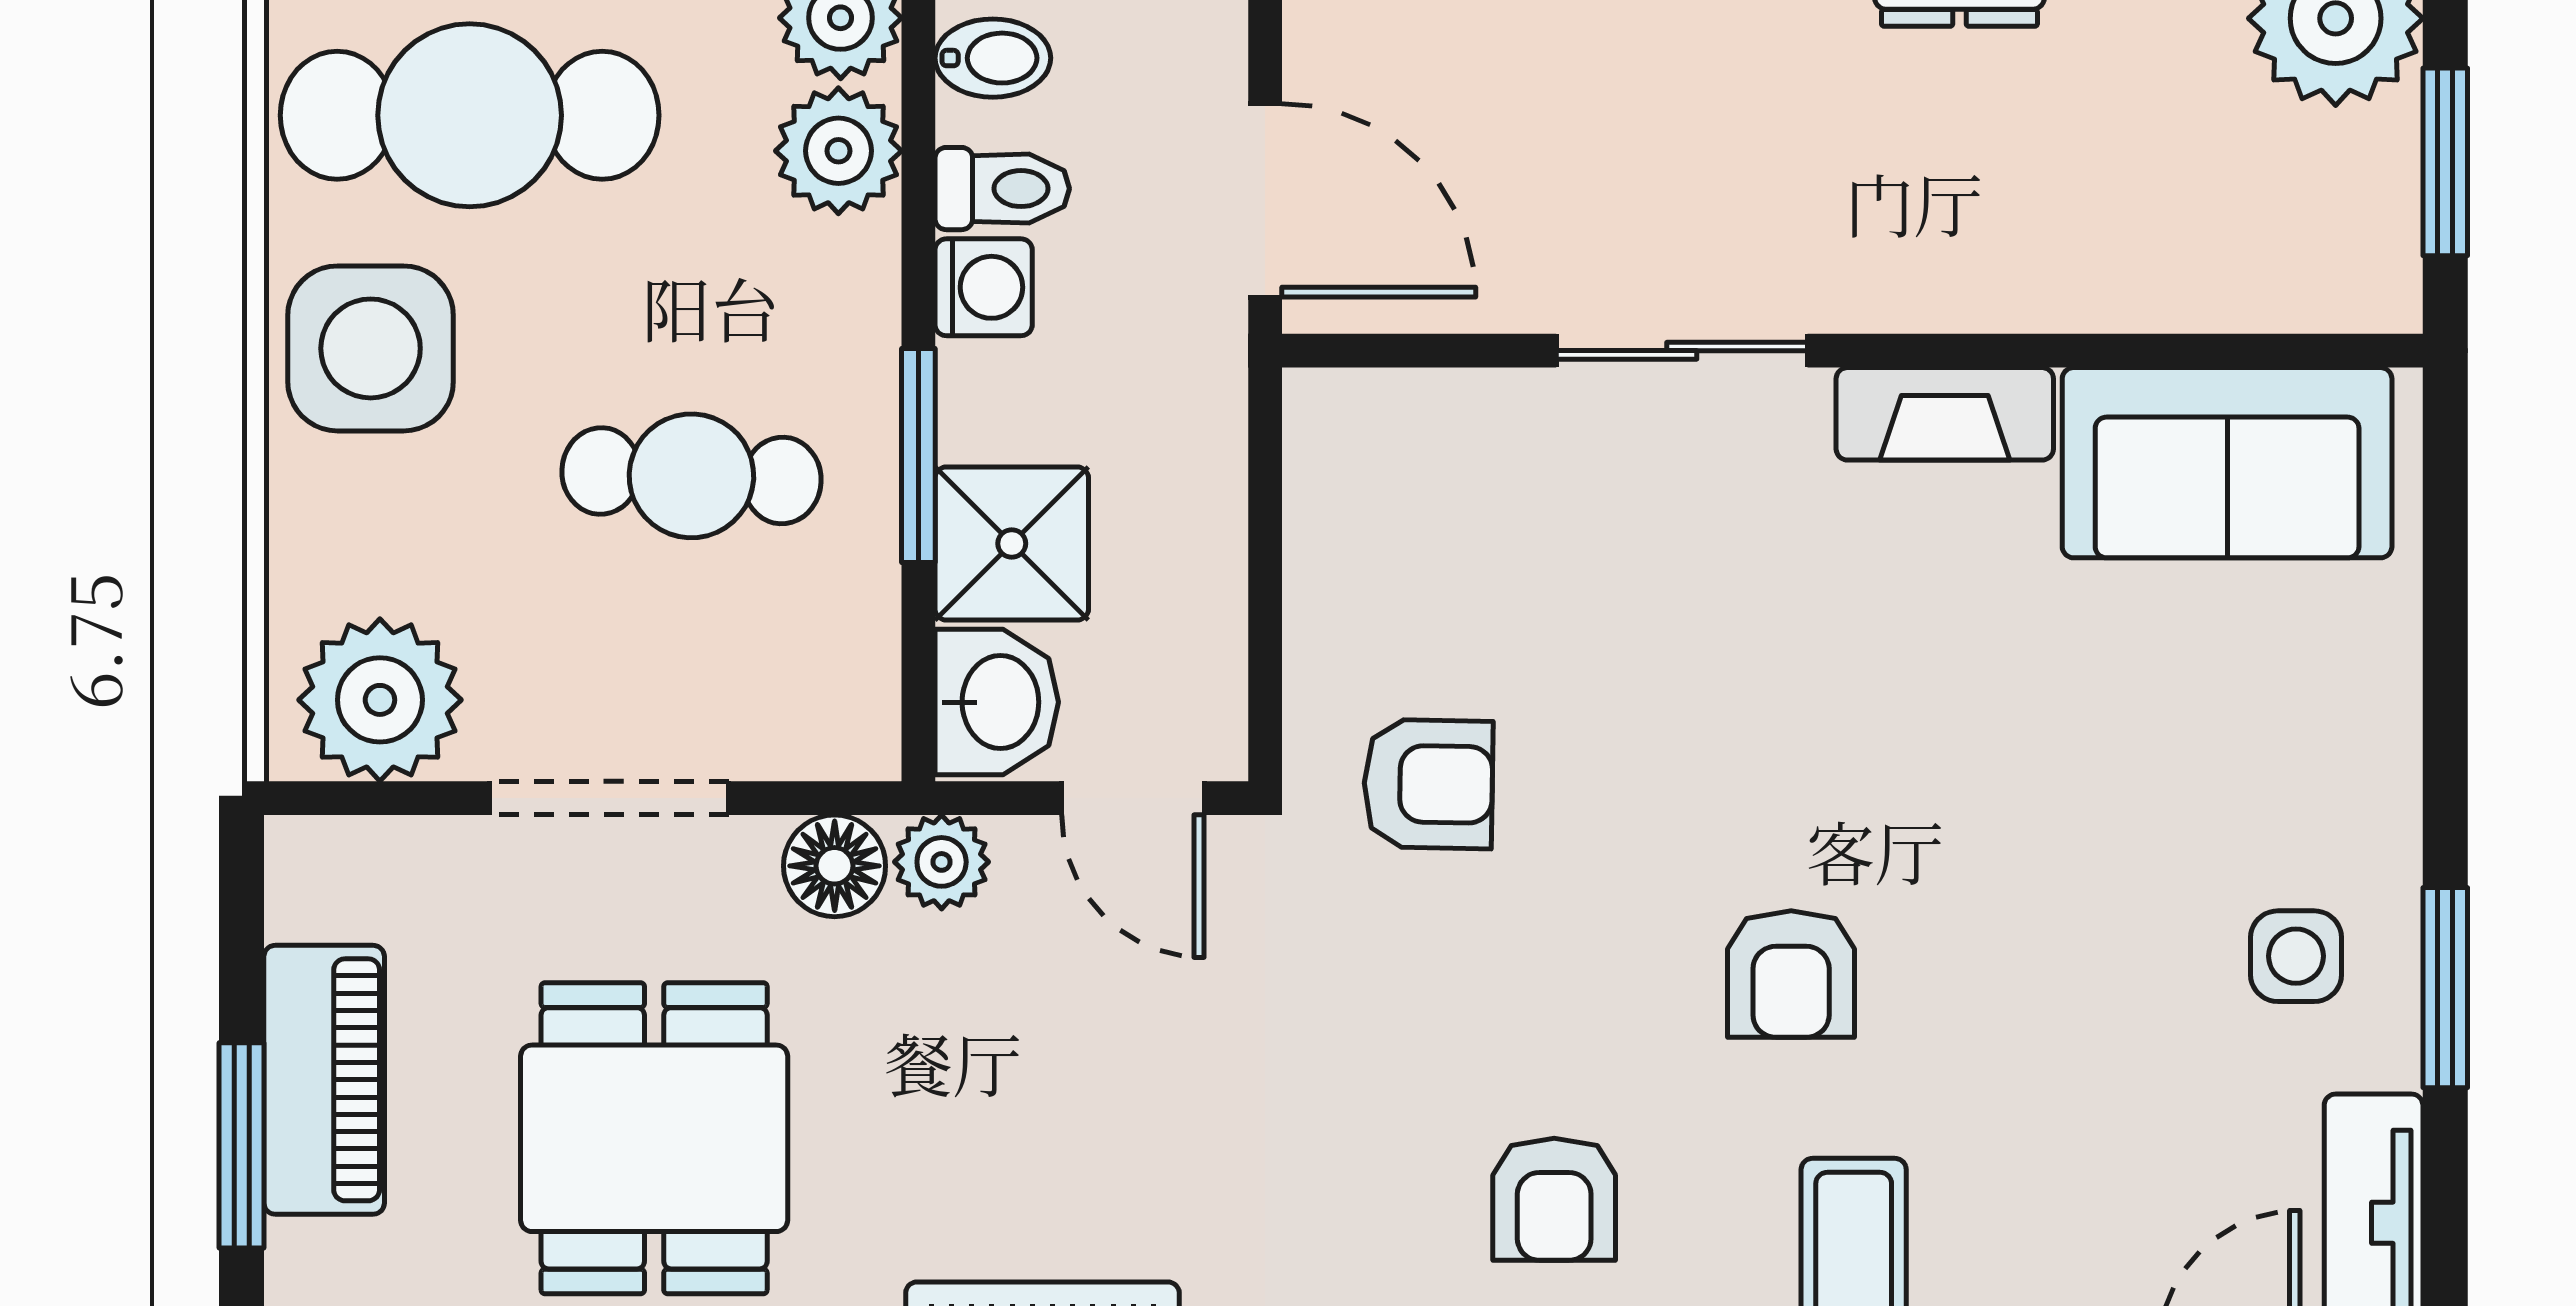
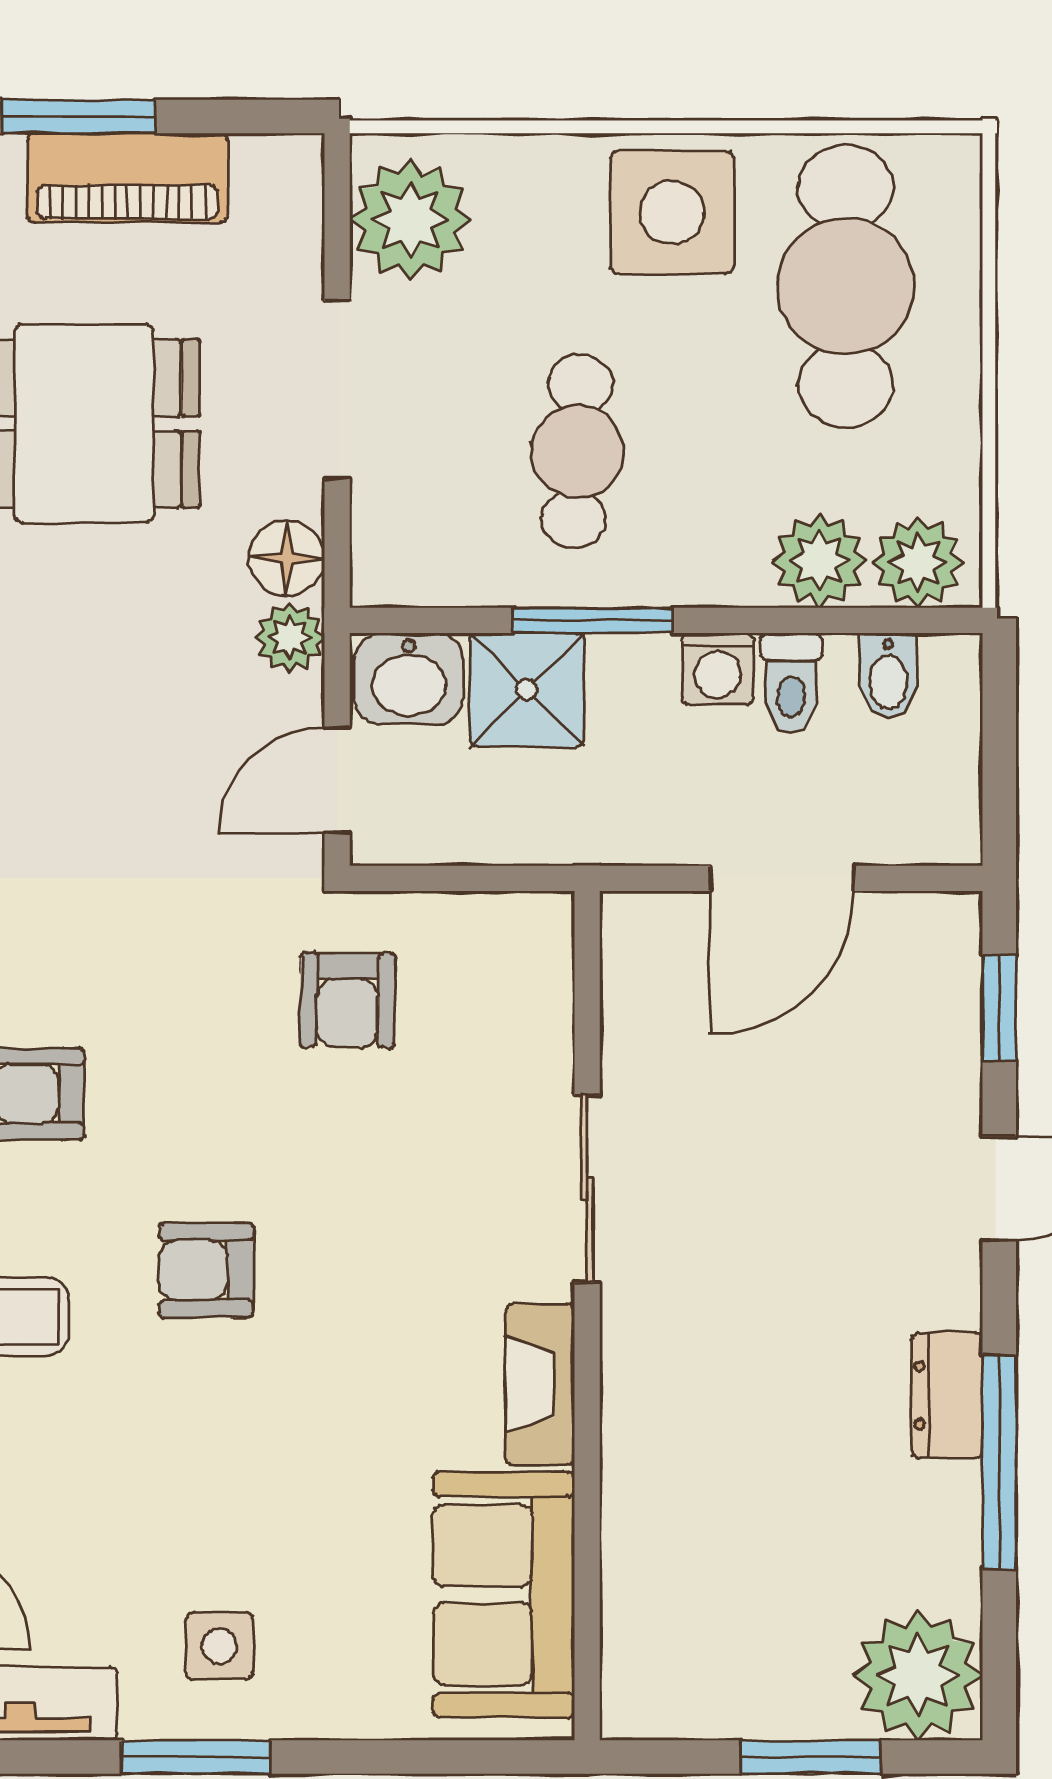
sliding door: (1682, 351) -> (587, 1189), moved
wall: (1852, 351) -> (587, 1316), moved
fireplace: (1945, 414) -> (540, 1385), moved
sofa: (2227, 463) -> (504, 1595), moved

